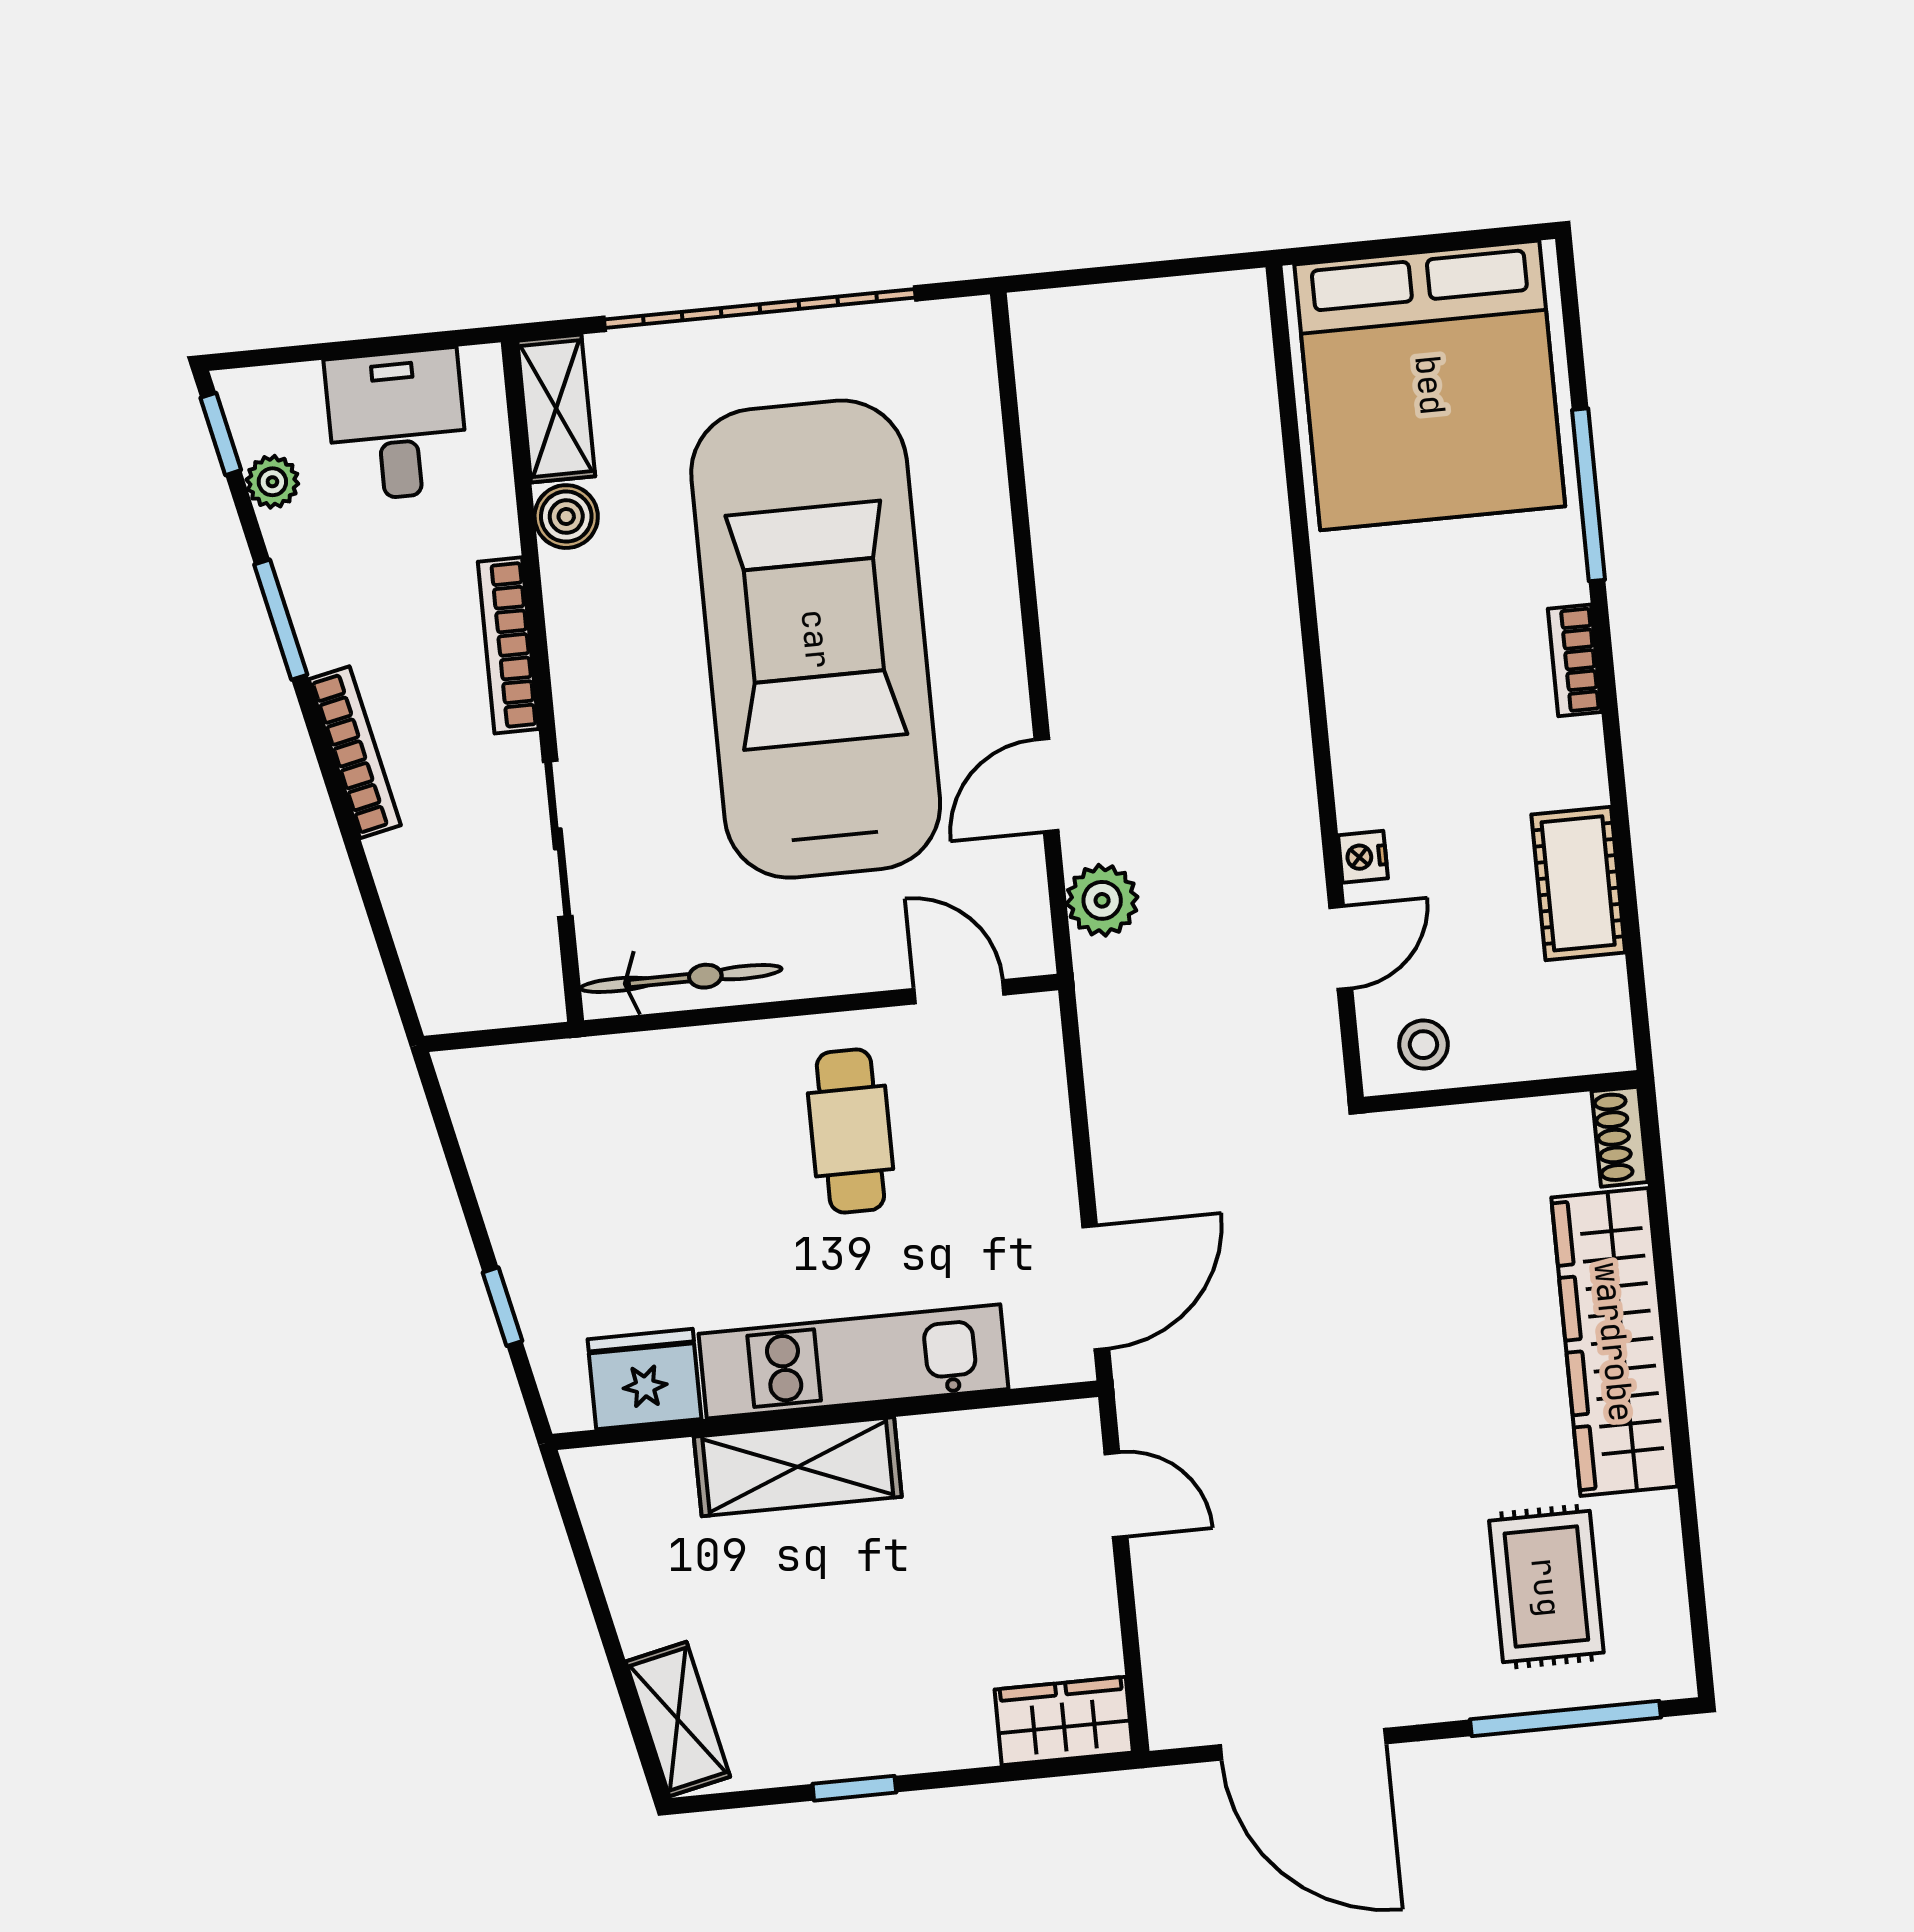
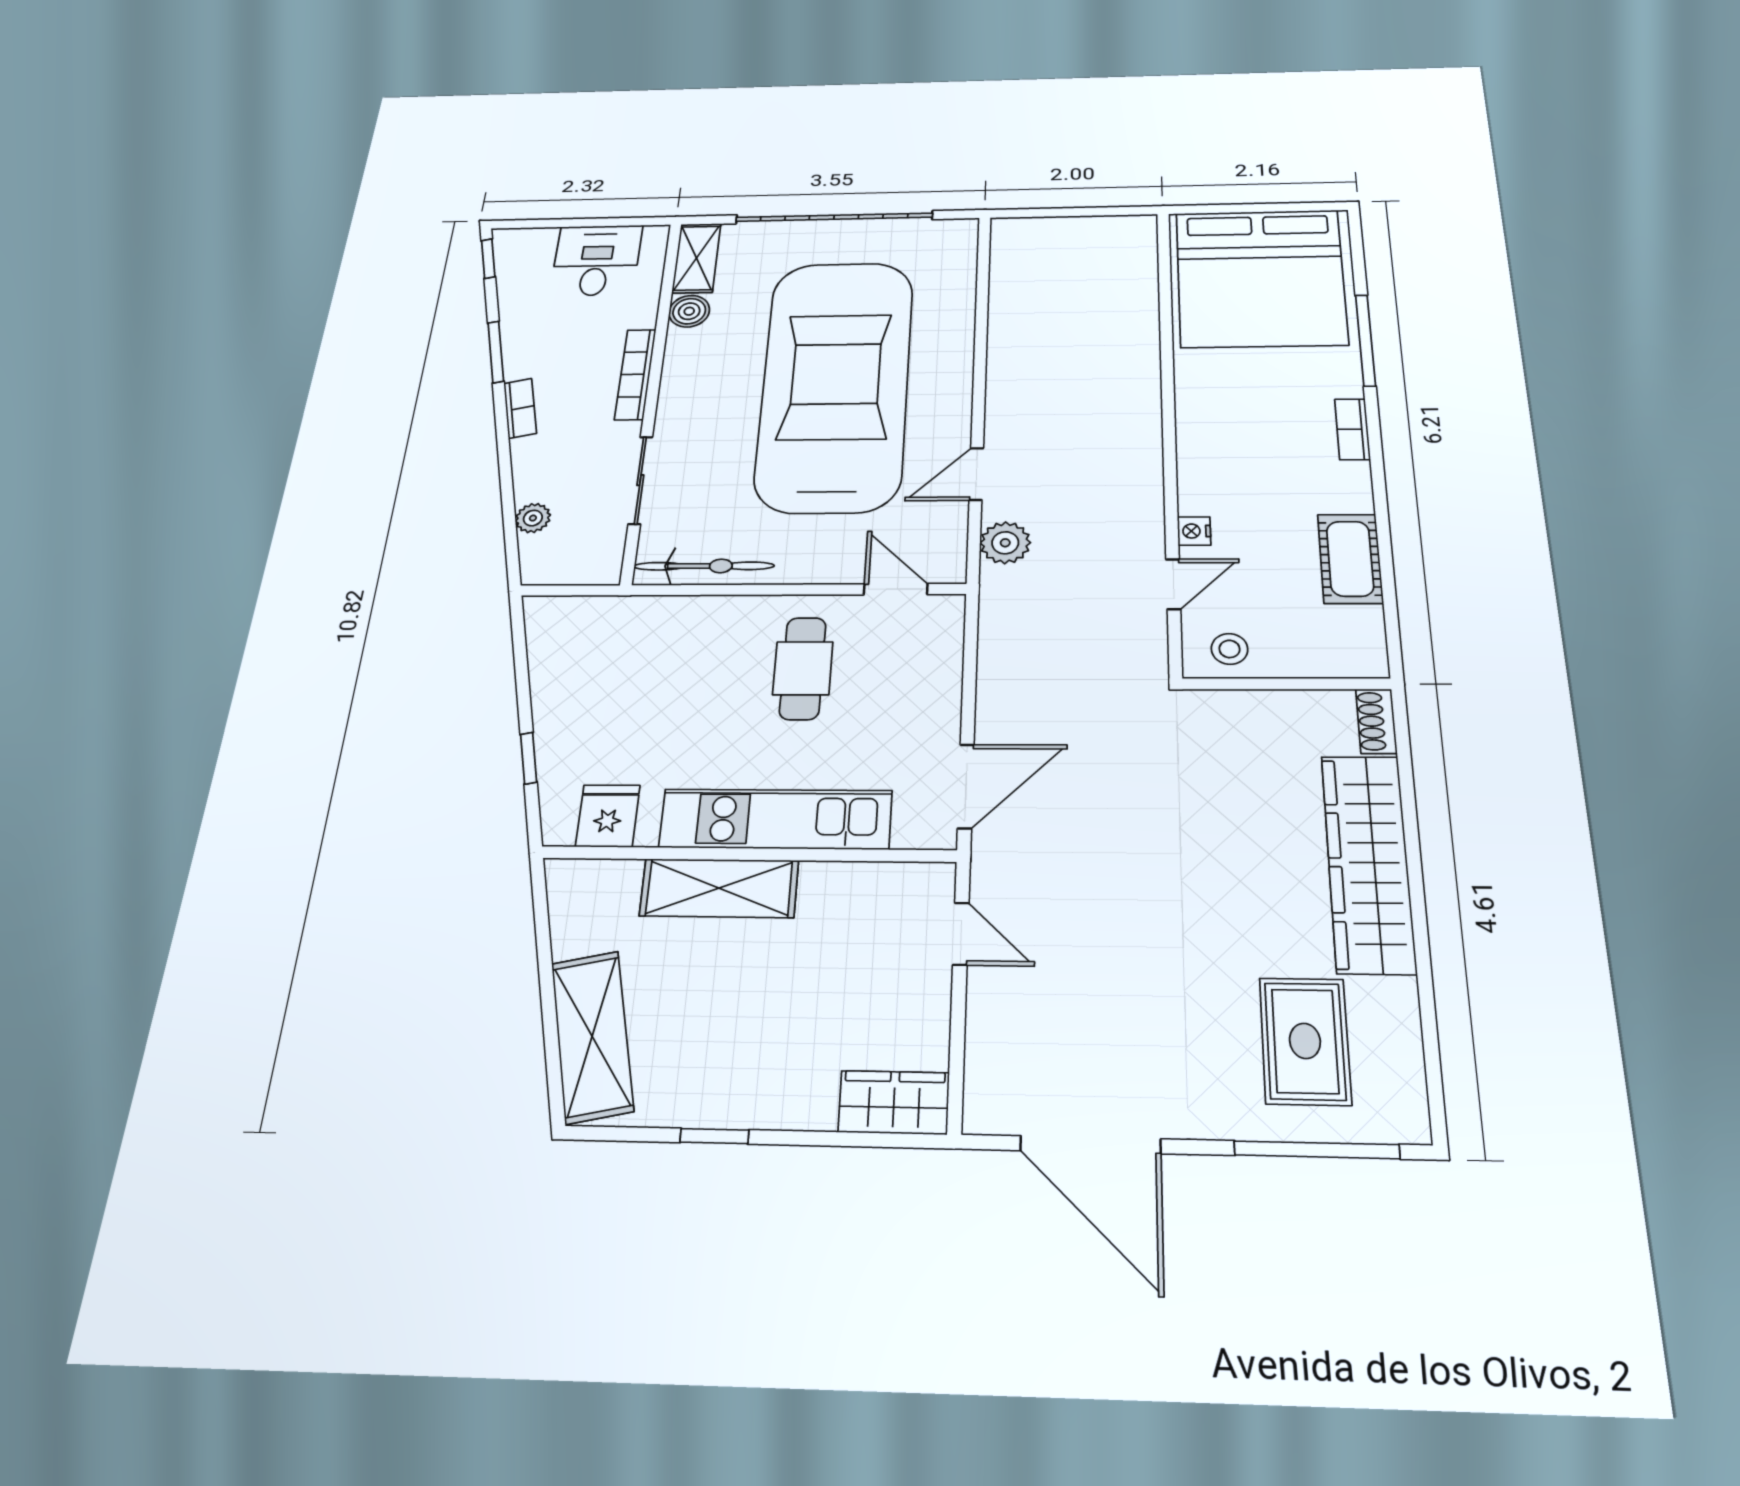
plant: (272, 482) -> (533, 518), moved
bookcase: (355, 752) -> (520, 408), width x0.64
fridge: (644, 1379) -> (608, 816), width x0.72
shelving: (678, 1719) -> (592, 1036), width x1.50, depth x1.33

